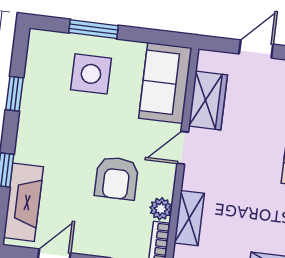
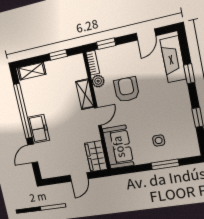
side table: (91, 74) -> (159, 140), width x0.54, depth x0.54
wardrobe: (208, 101) -> (96, 156), moved
shelving: (189, 218) -> (85, 94), moved

